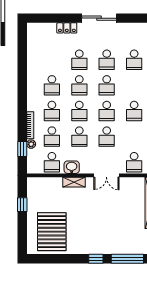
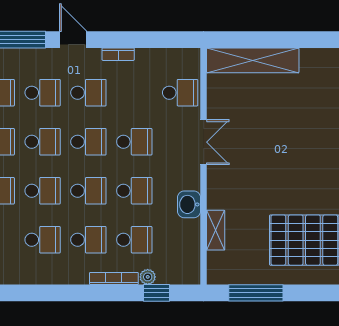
school desk: (52, 162) -> (43, 93), moved
shelving: (74, 182) -> (216, 230), moved
window: (22, 205) -> (256, 293), width x2.17

